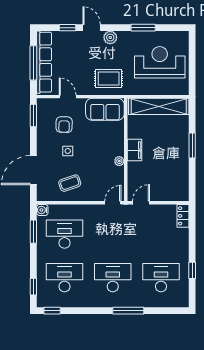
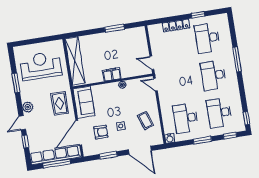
reception desk: (160, 62) -> (41, 66), turned 90
door: (68, 97) -> (79, 133), width x1.88
window: (33, 115) -> (108, 155), moved
window: (192, 145) -> (115, 28), moved
locker: (183, 216) -> (176, 25), moved, width x1.53
window: (33, 232) -> (202, 140), moved

